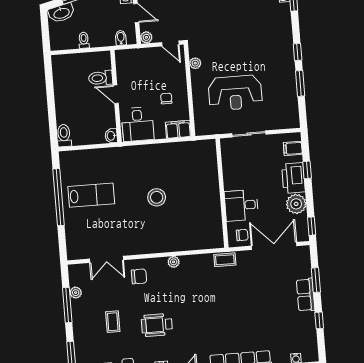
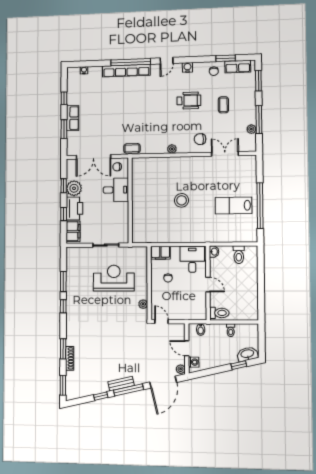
plant: (146, 37) -> (180, 328), removed
toilet: (101, 78) -> (219, 313), moved
toilet: (64, 136) -> (239, 255), moved
filing cabinet: (293, 148) -> (73, 231), width x2.00
window: (312, 226) -> (64, 186), moved

